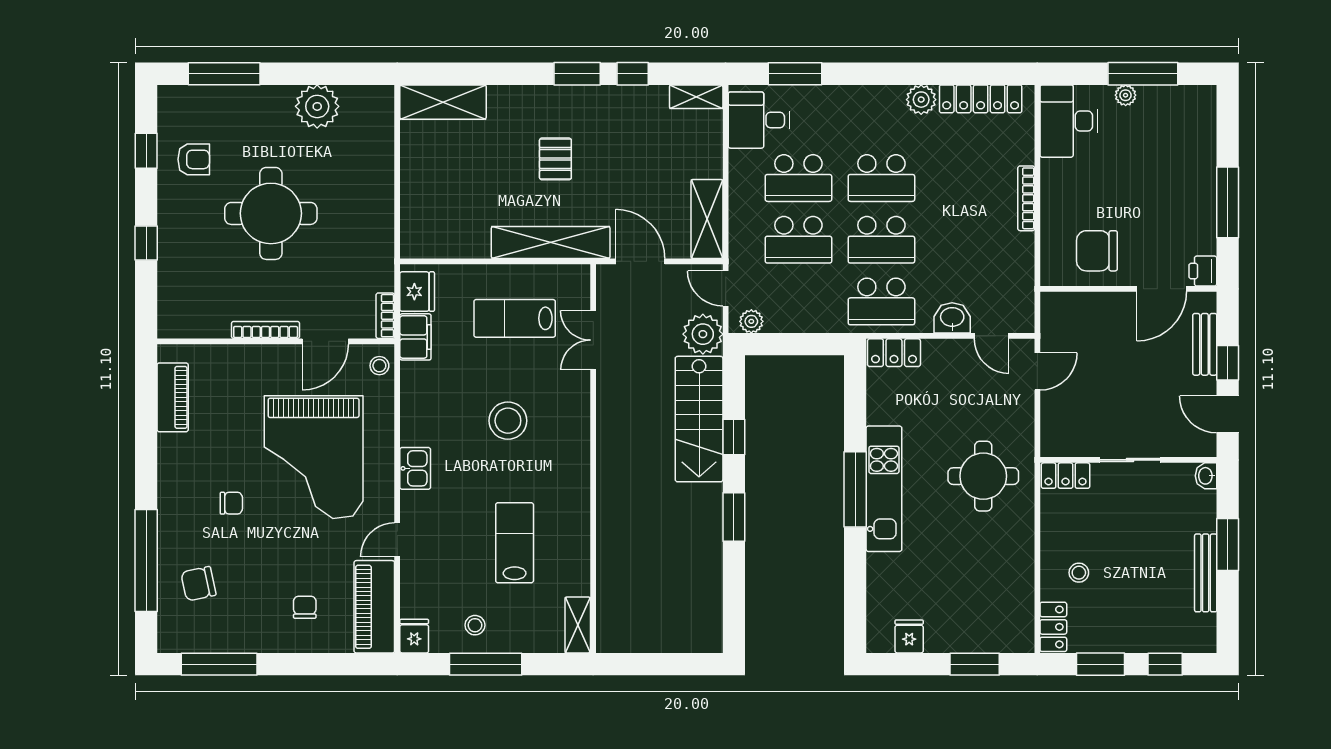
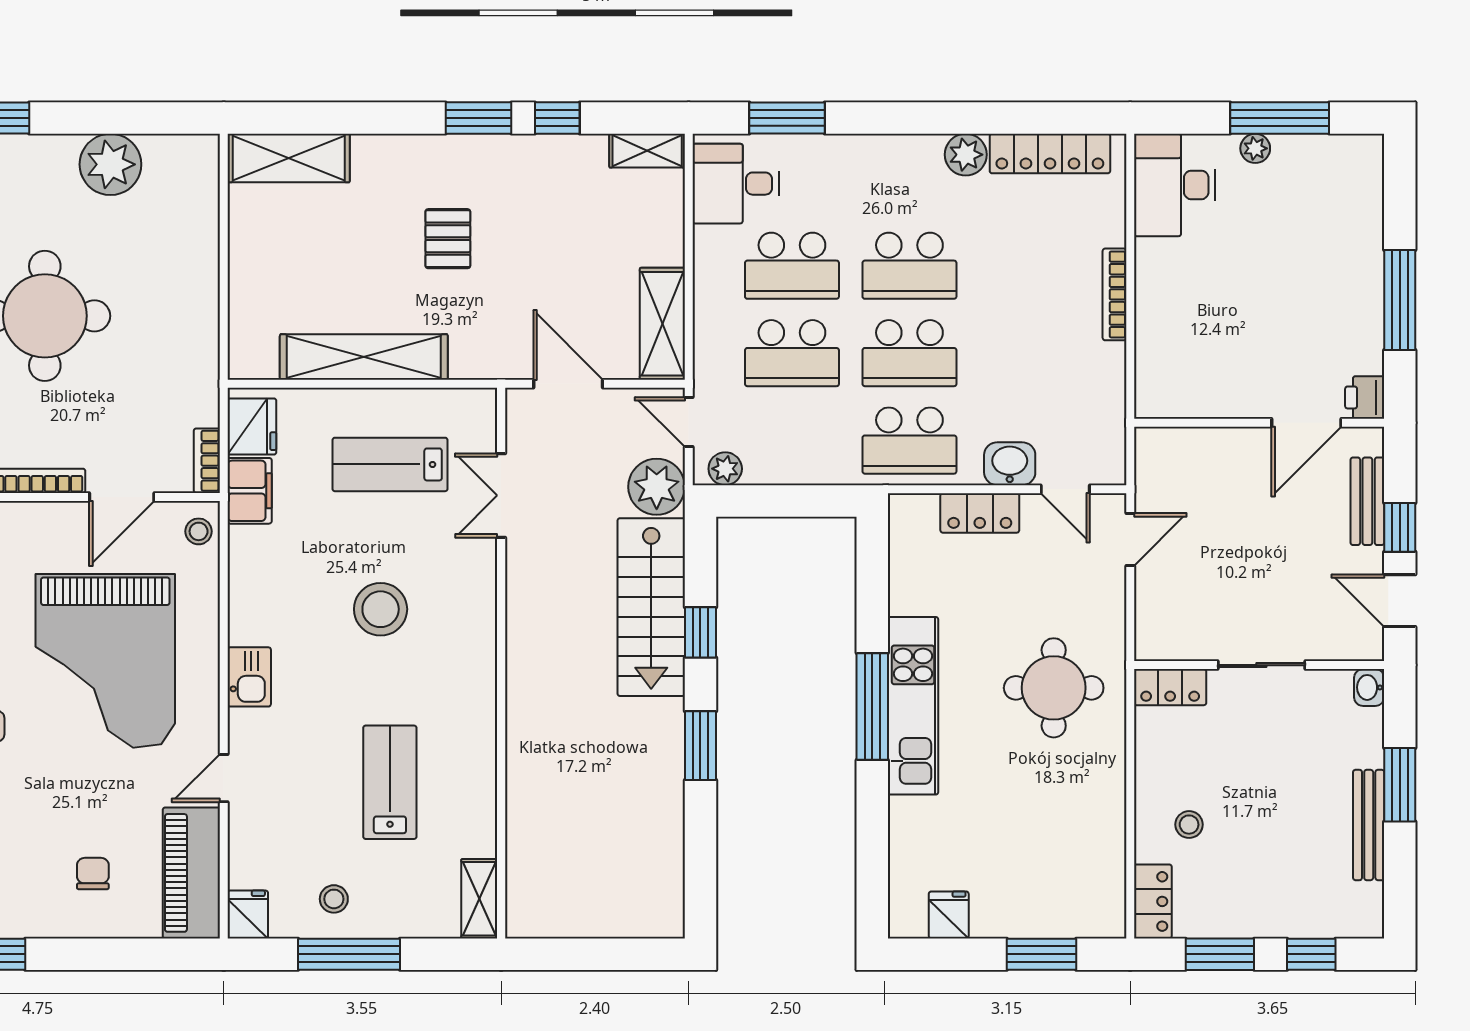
shelving: (551, 242) -> (364, 357), moved
chair: (1097, 251) -> (1215, 369), removed
locker: (894, 353) -> (980, 513), moved

